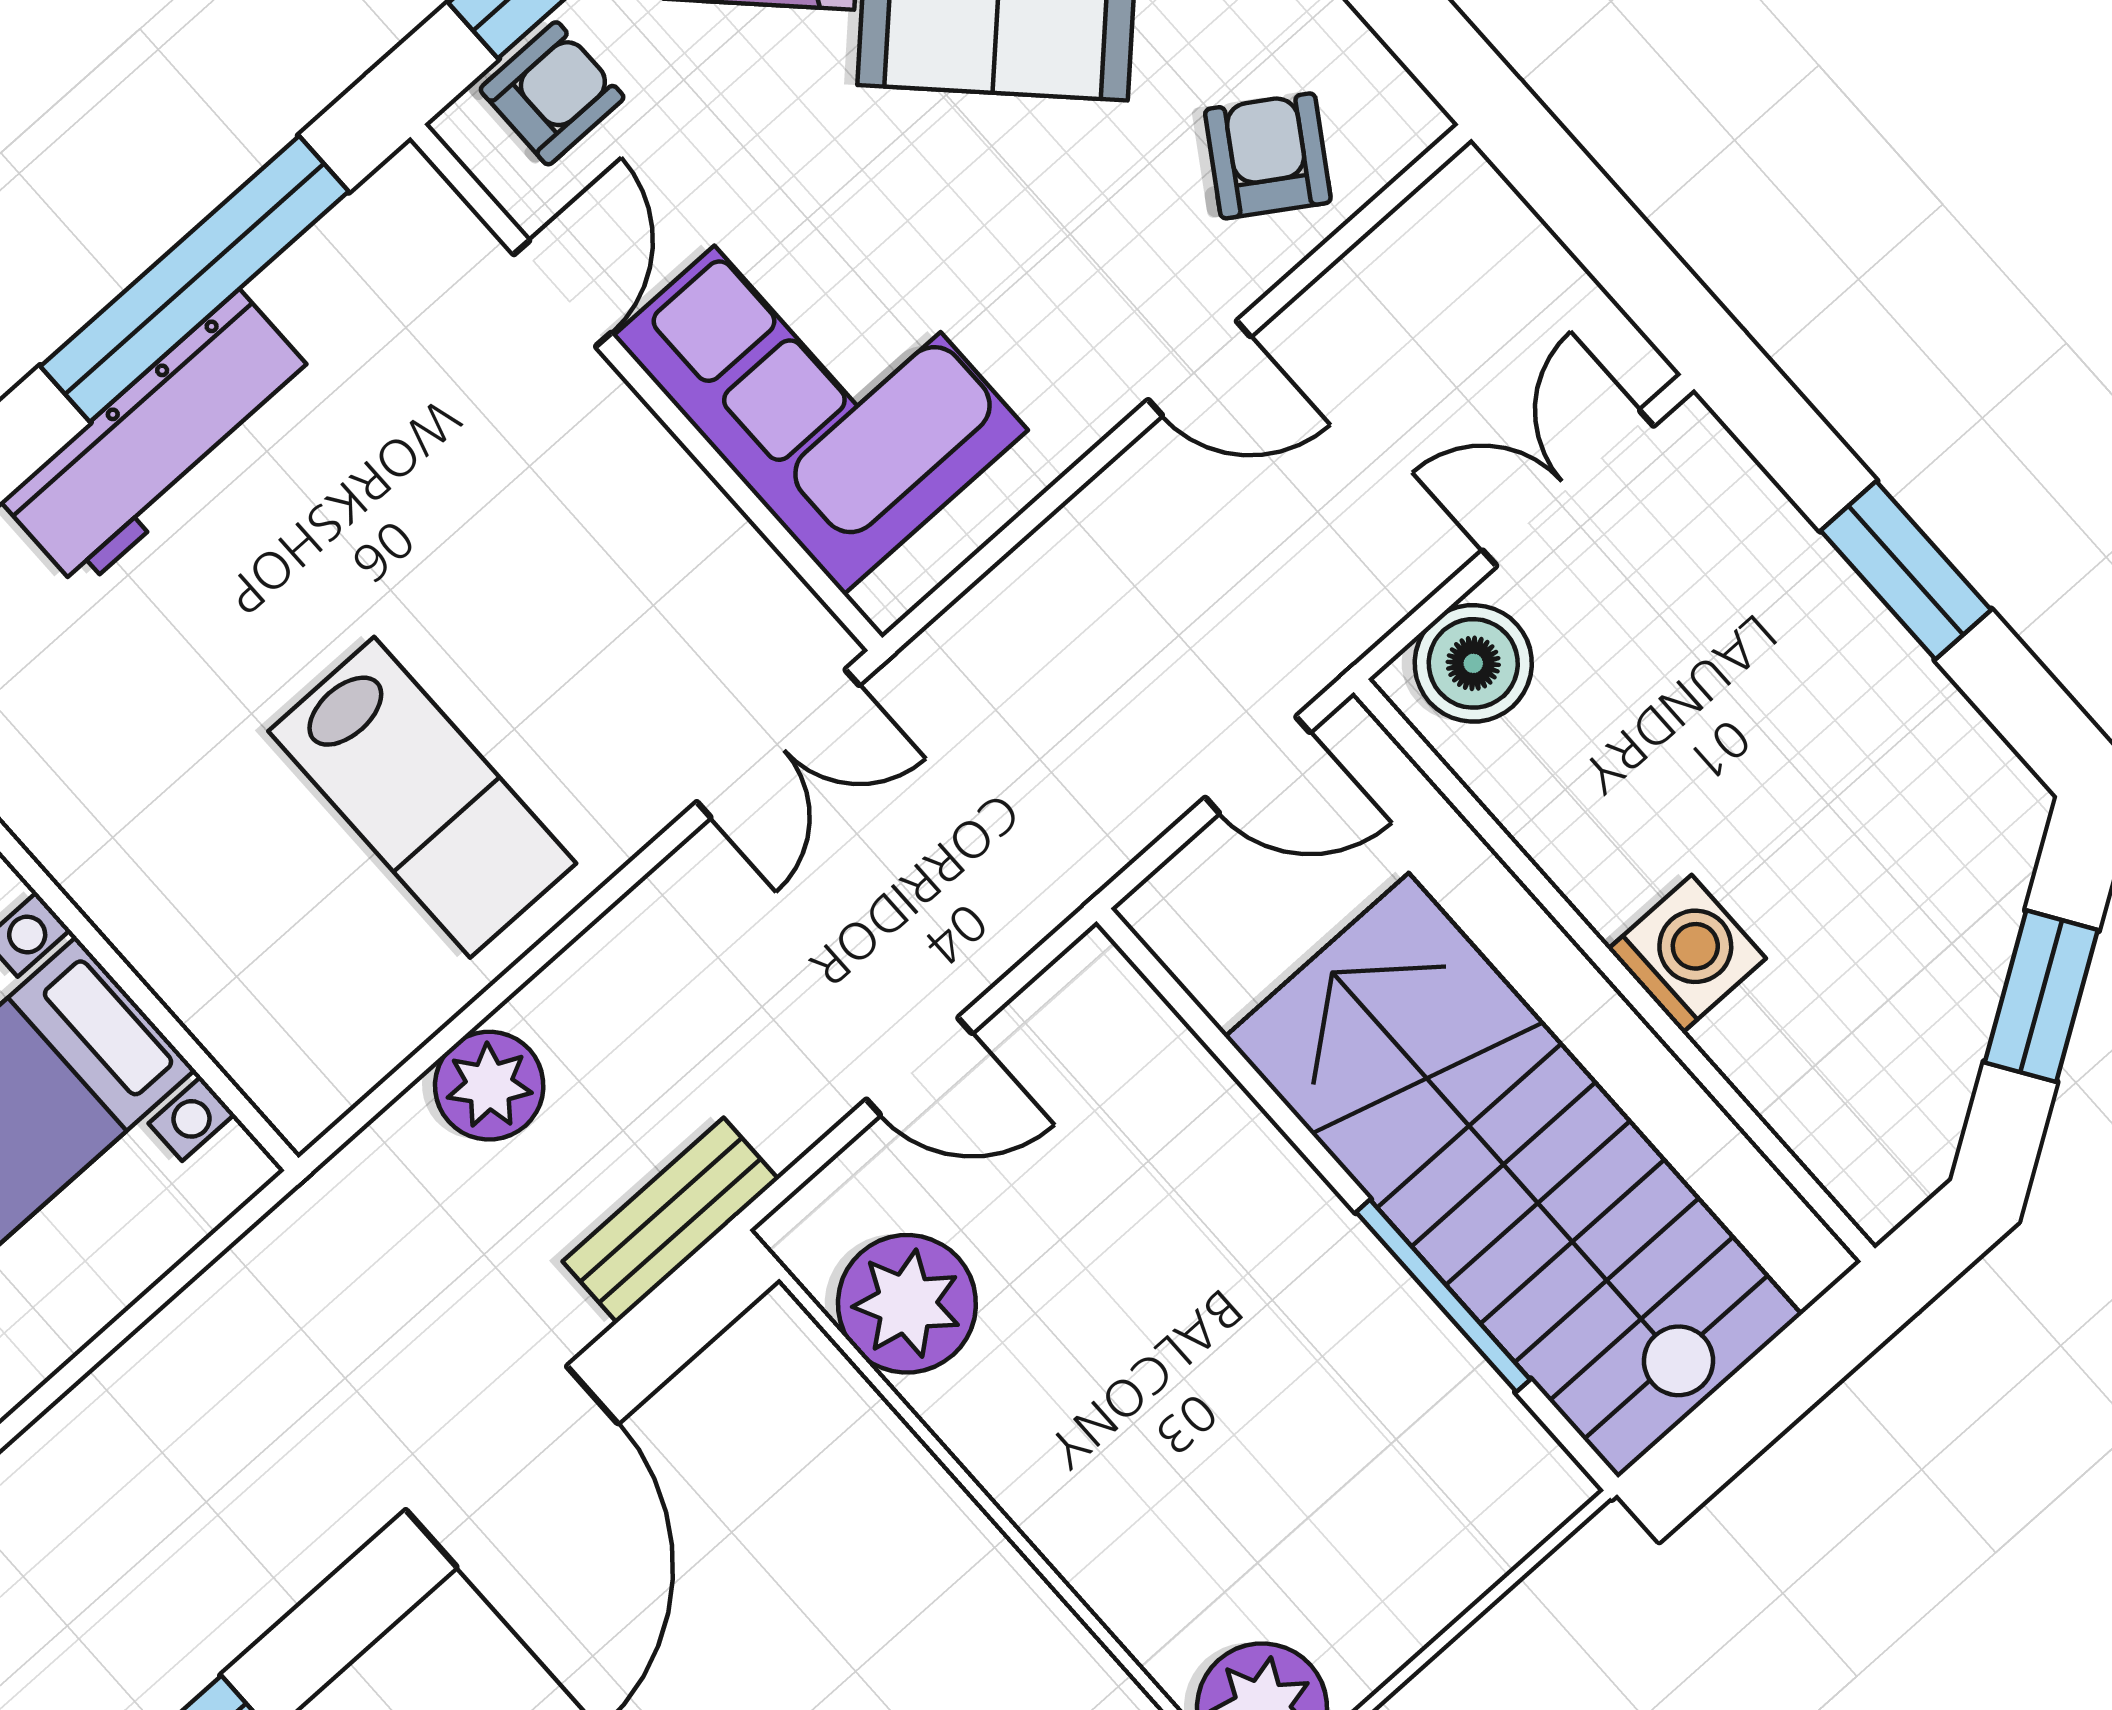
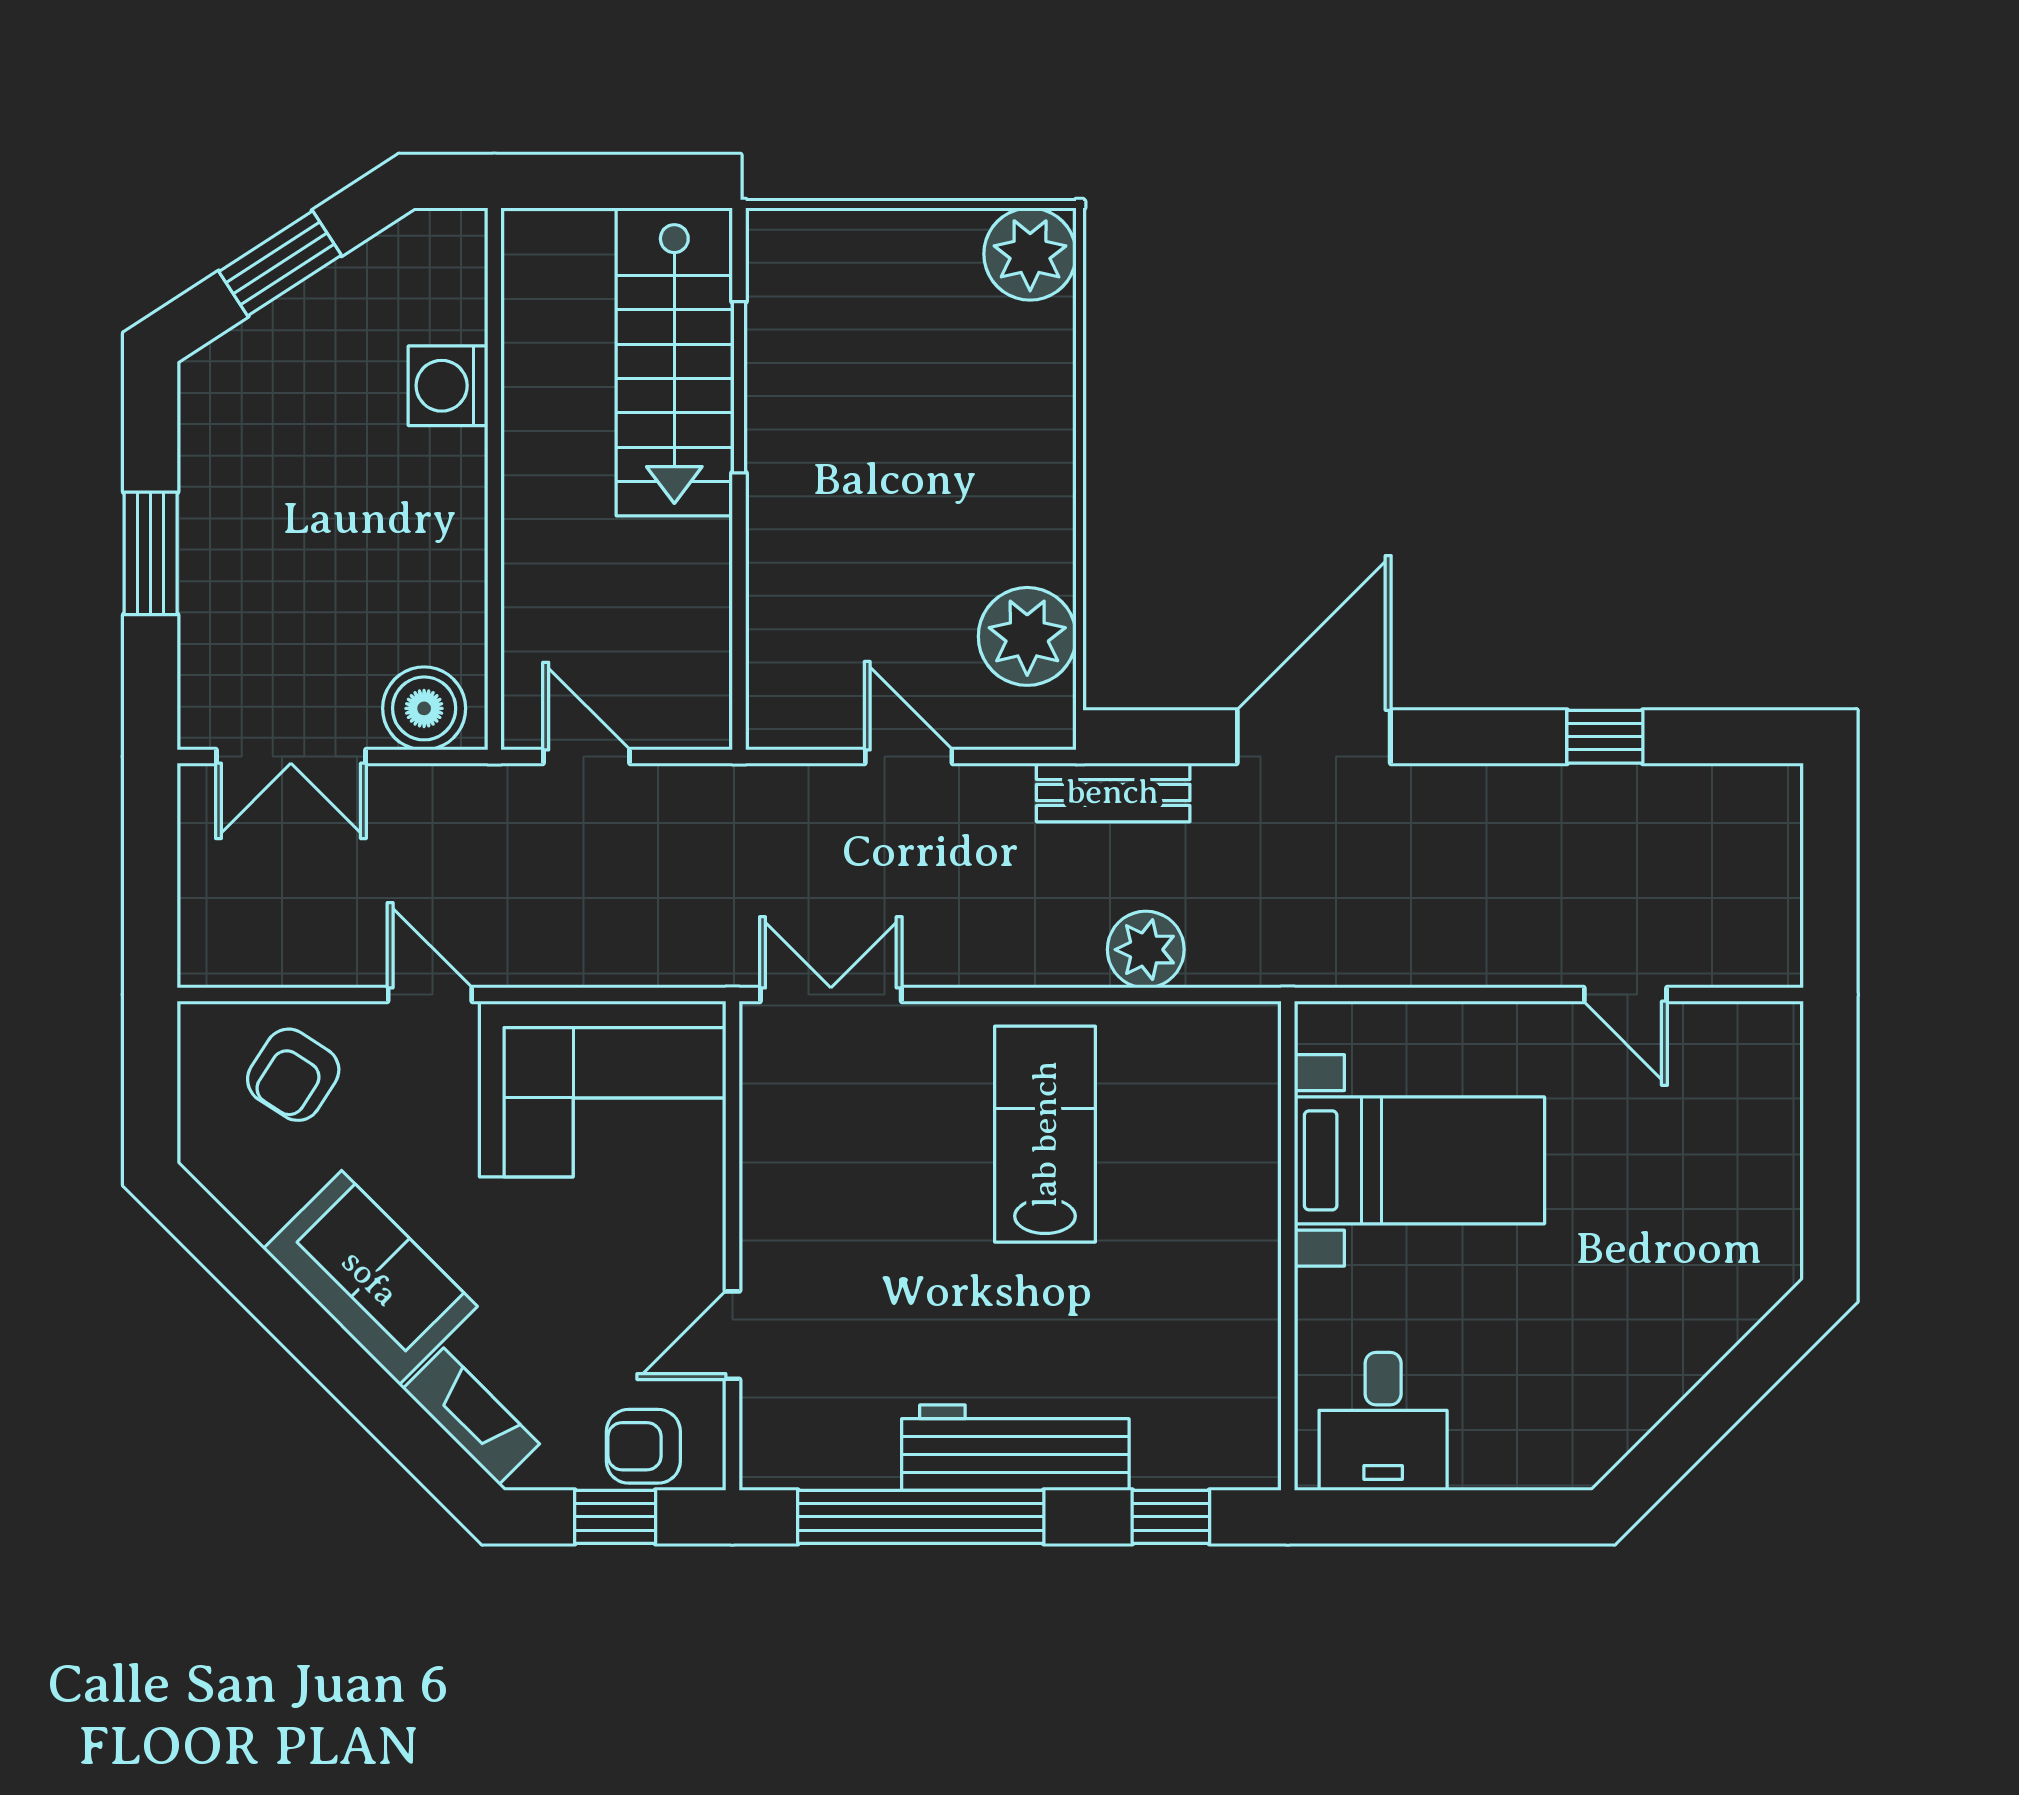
corner sofa: (820, 383) -> (603, 1089), moved, turned -90
washing machine: (1687, 954) -> (448, 386), moved
stairs: (1513, 1175) -> (674, 362), width x0.73, depth x0.66

